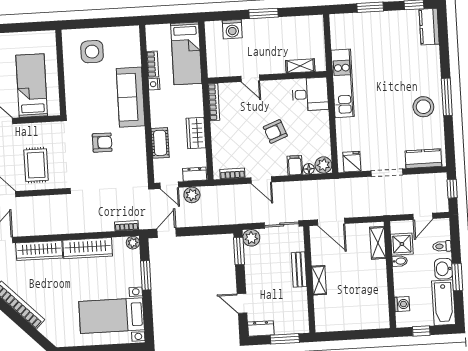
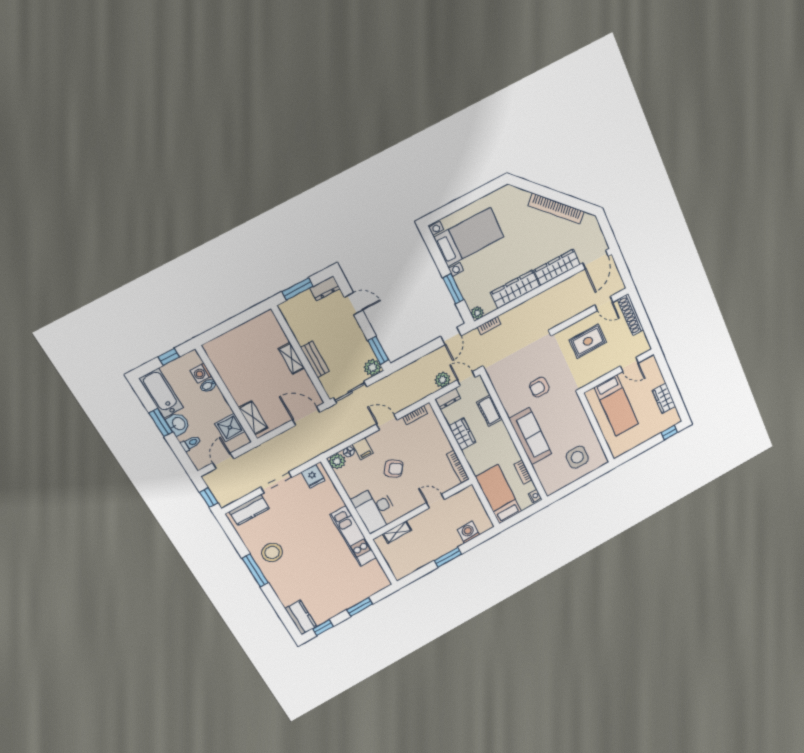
nightstand: (154, 84) -> (535, 496), moved
desk: (310, 94) -> (375, 509), width x1.37
armchair: (275, 131) -> (394, 469), turned 57
rug: (36, 165) -> (588, 341), turned 90
bidet: (400, 261) -> (208, 385), moved

